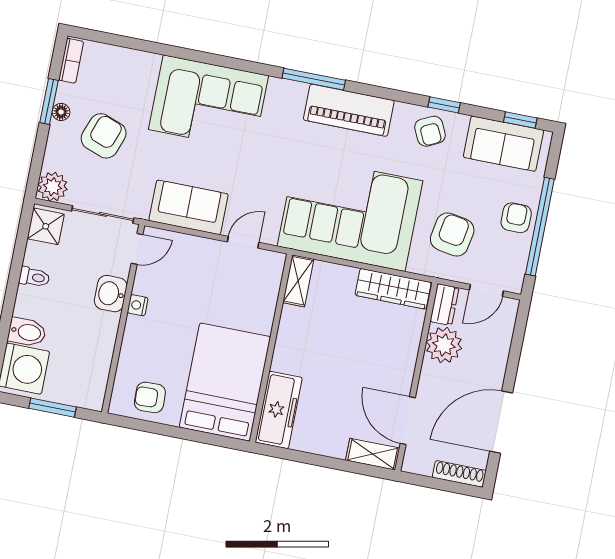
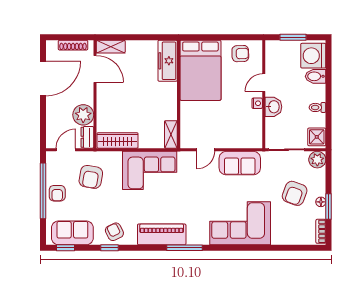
corner sofa: (350, 214) -> (150, 170), width x0.73, depth x0.74
door: (137, 249) -> (264, 83), moved
shoe rack: (459, 474) -> (73, 45), moved

